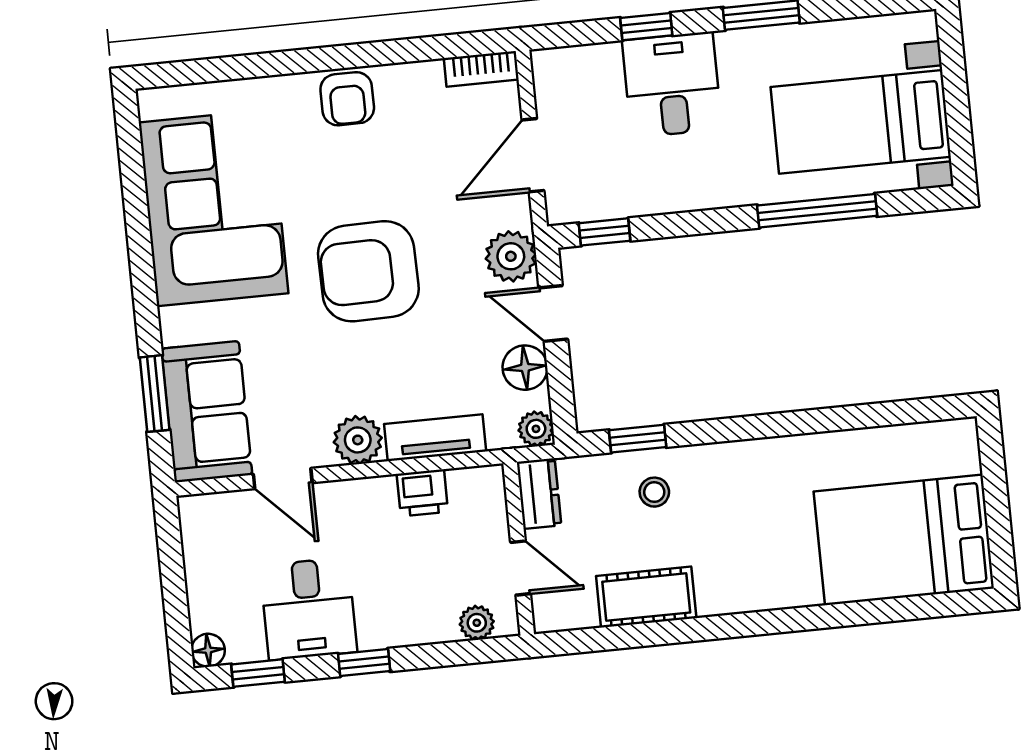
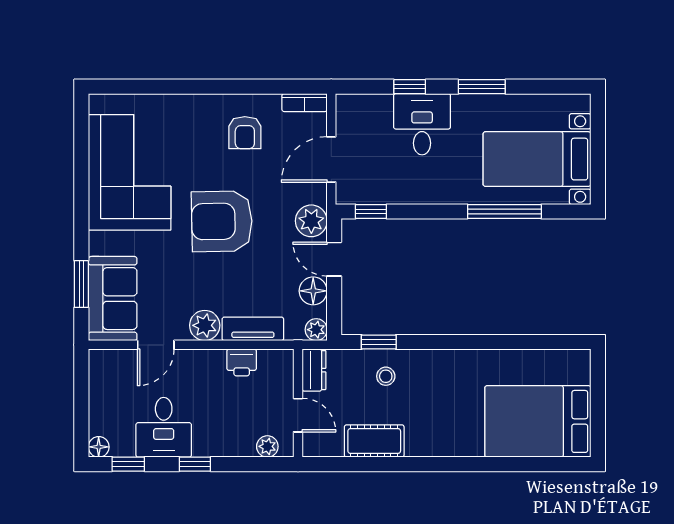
armchair: (347, 99) -> (245, 133), moved
door: (283, 479) -> (156, 345), hinge flipped

